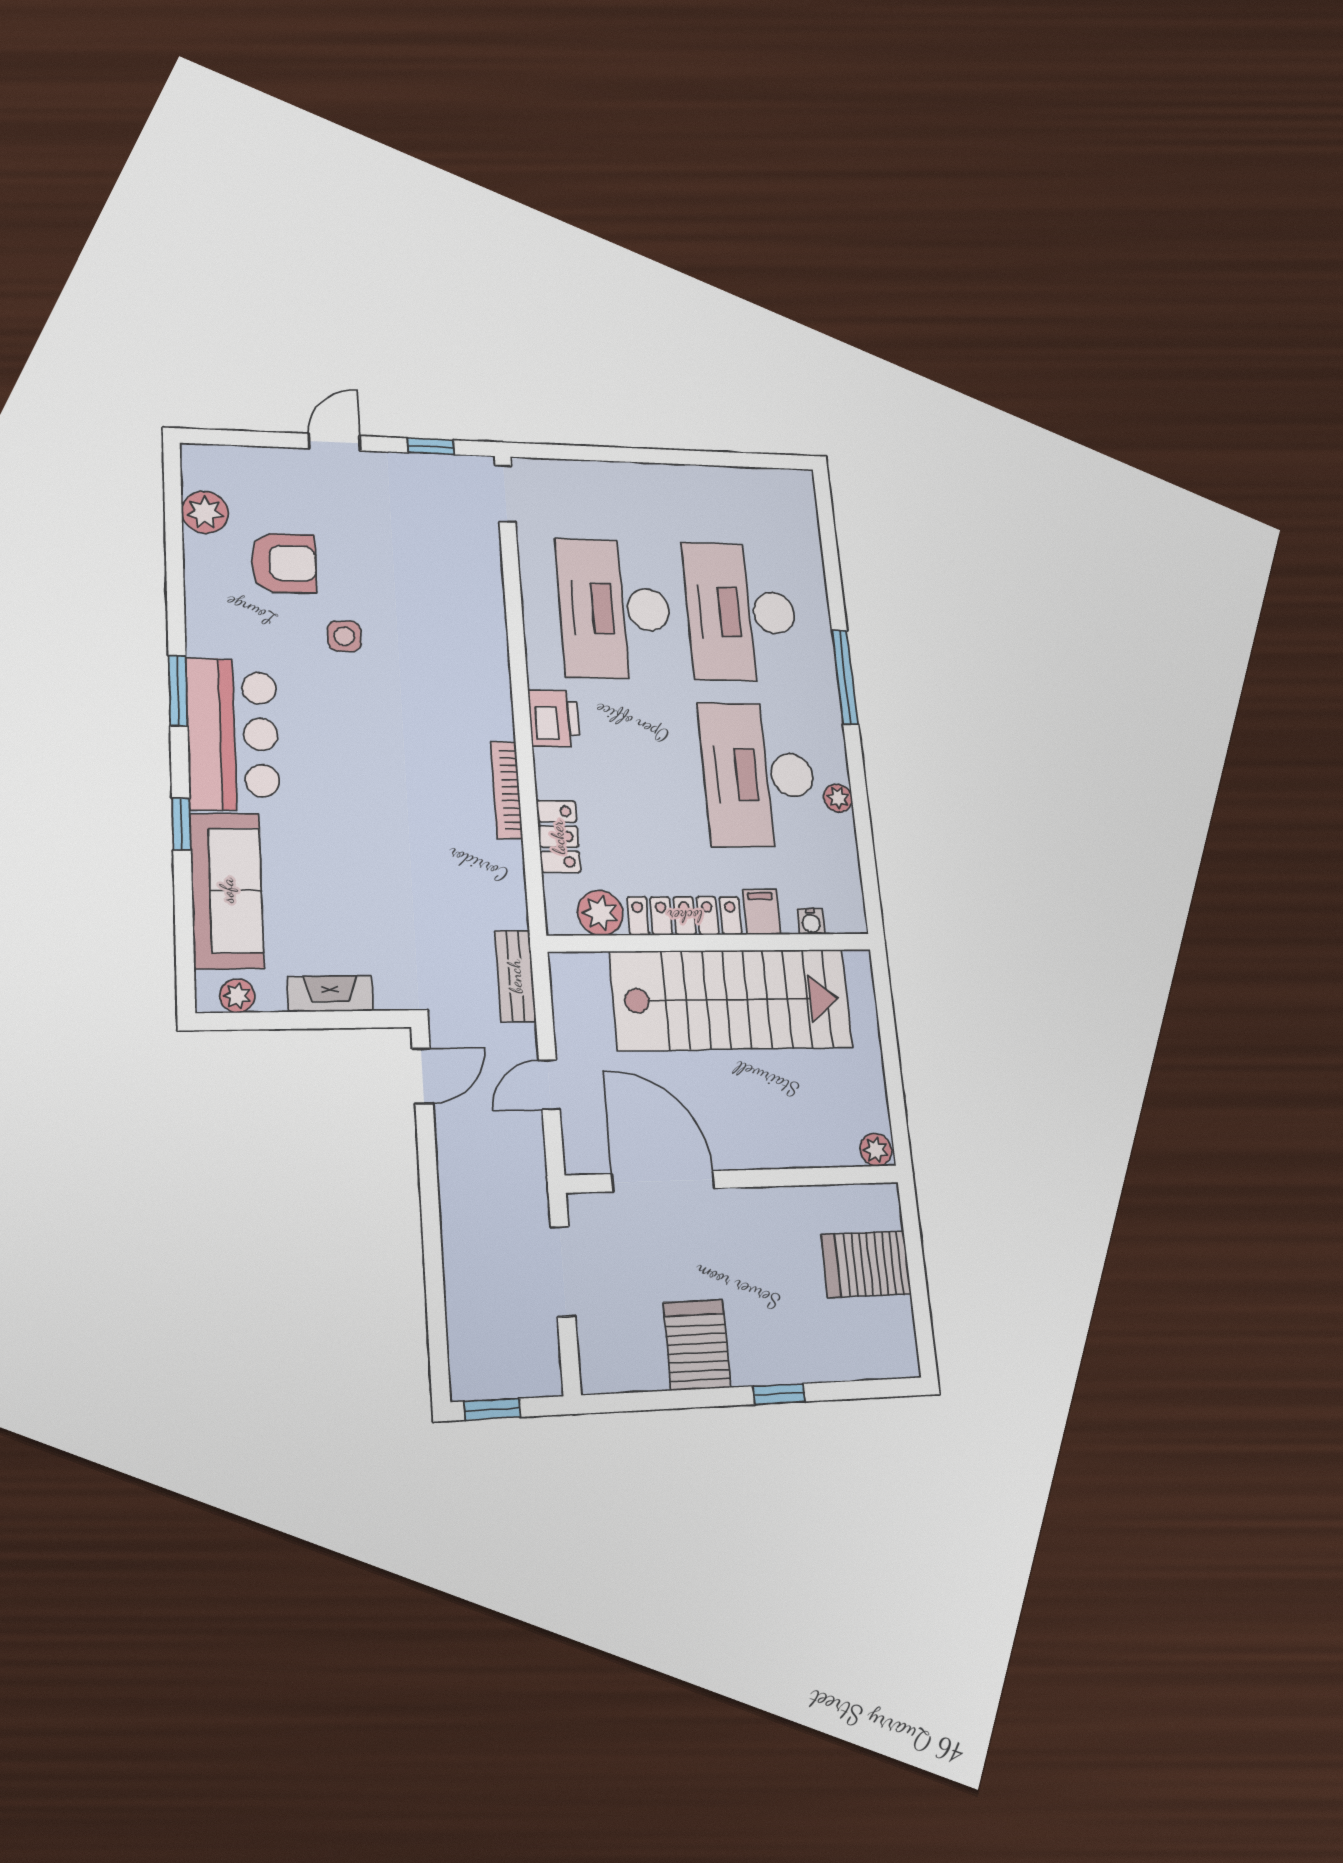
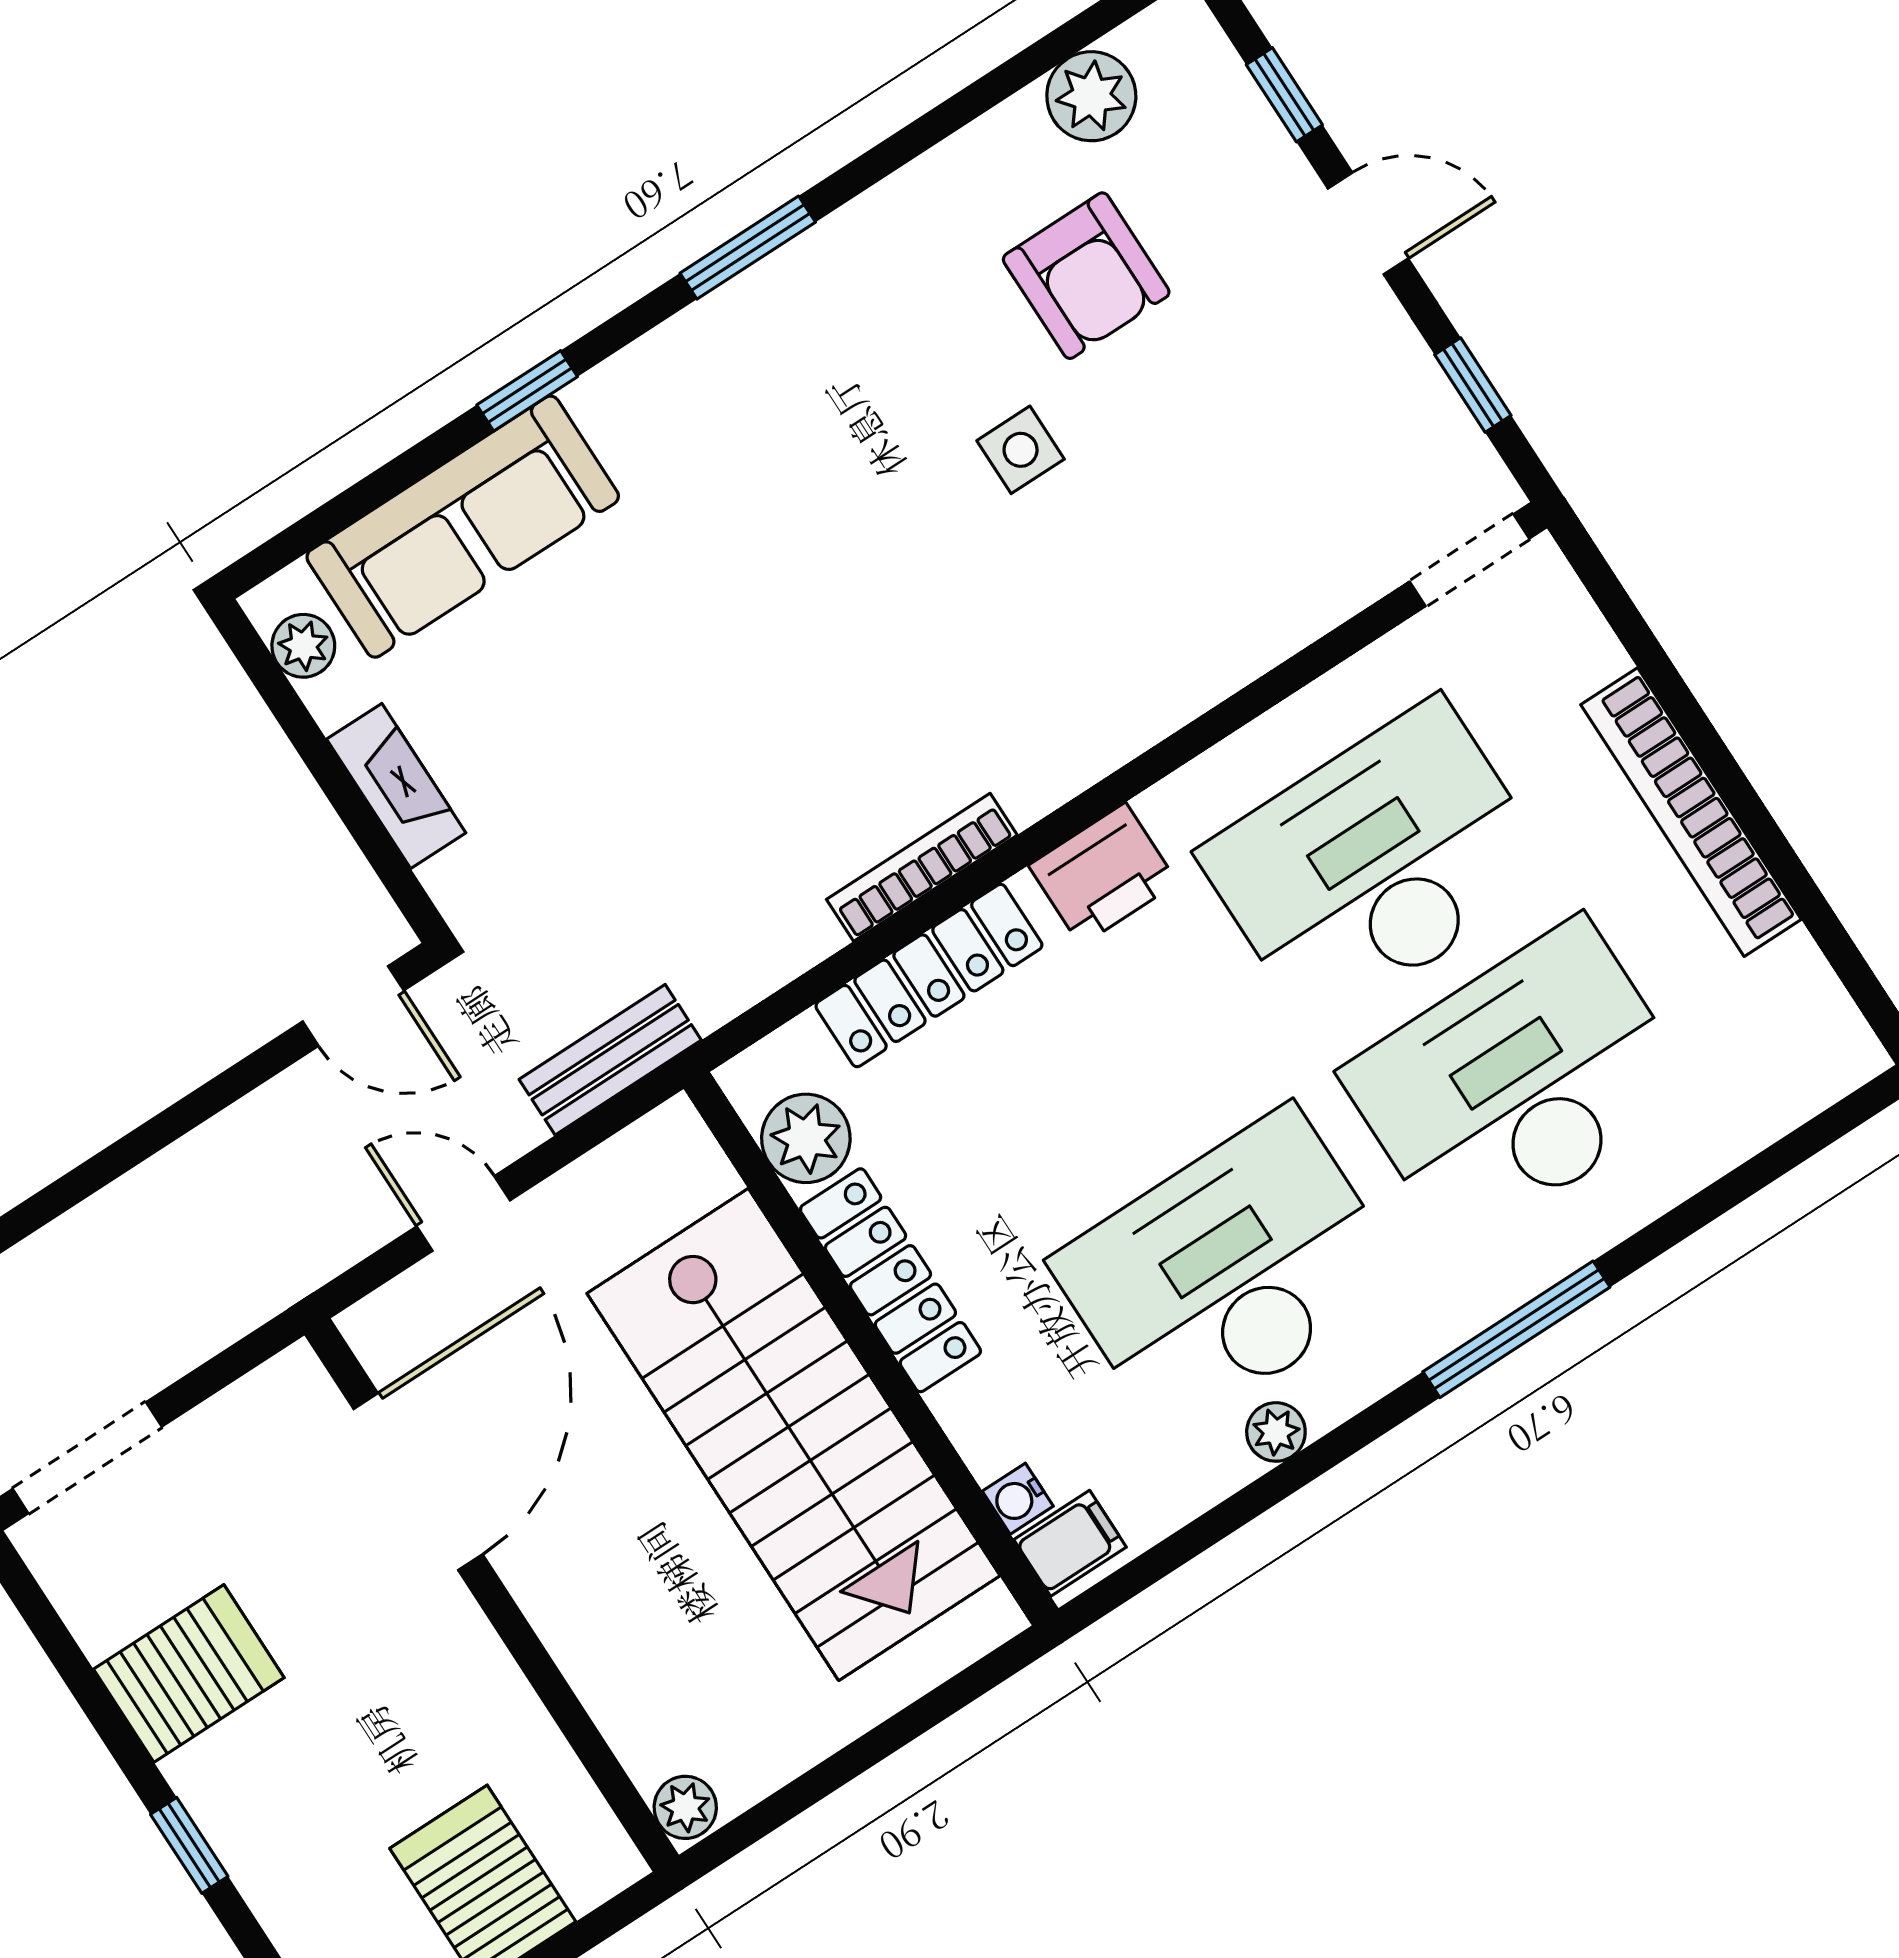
window: (256, 439) -> (1284, 95), added
bookcase: (664, 478) -> (1691, 812), added
bar counter: (233, 734) -> (731, 377), removed
locker: (558, 837) -> (929, 976), width x1.53
filing cabinet: (762, 912) -> (1070, 1543), moved
doorway: (563, 1271) -> (87, 1458), moved

